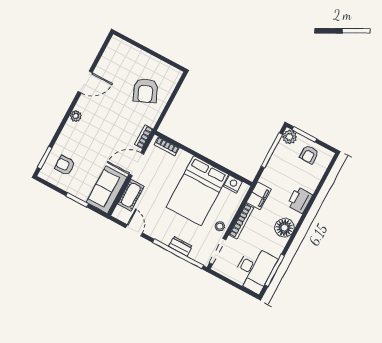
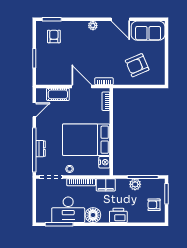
plant: (290, 137) -> (135, 184), moved
sofa: (107, 190) -> (148, 31), moved, turned 180
desk: (255, 269) -> (68, 210), moved

